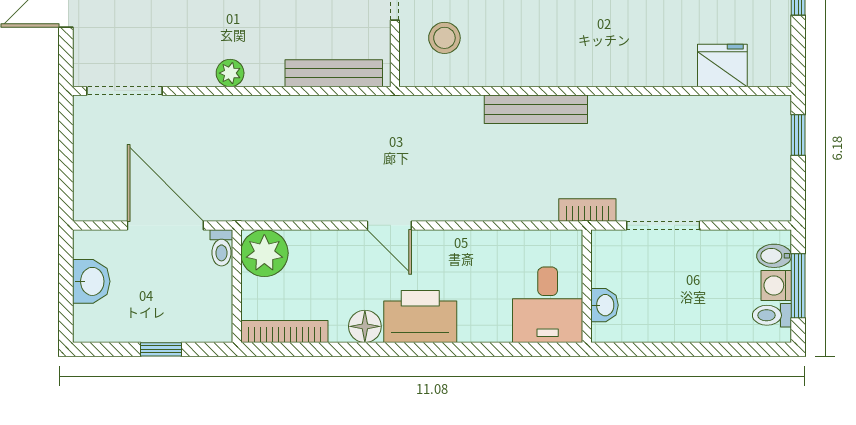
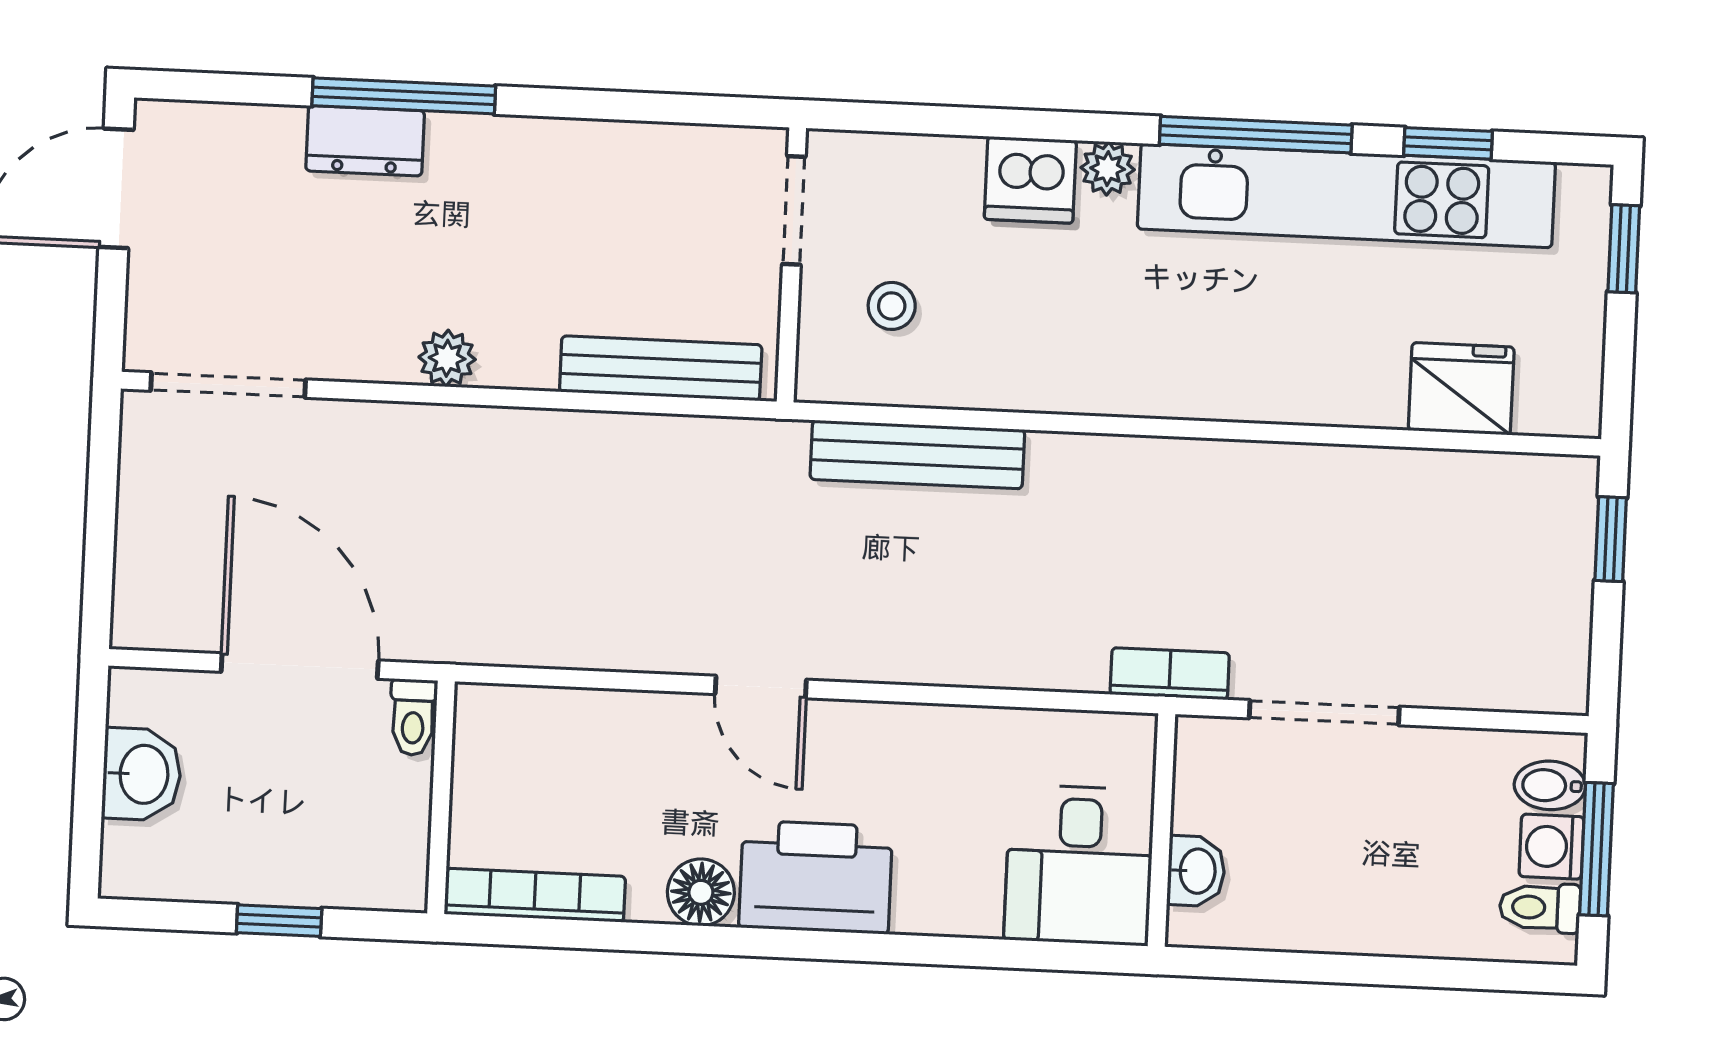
stool: (444, 38) -> (892, 306), width x0.73, depth x0.73
bench: (536, 109) -> (917, 454), moved
plant: (264, 253) -> (501, 732), removed

